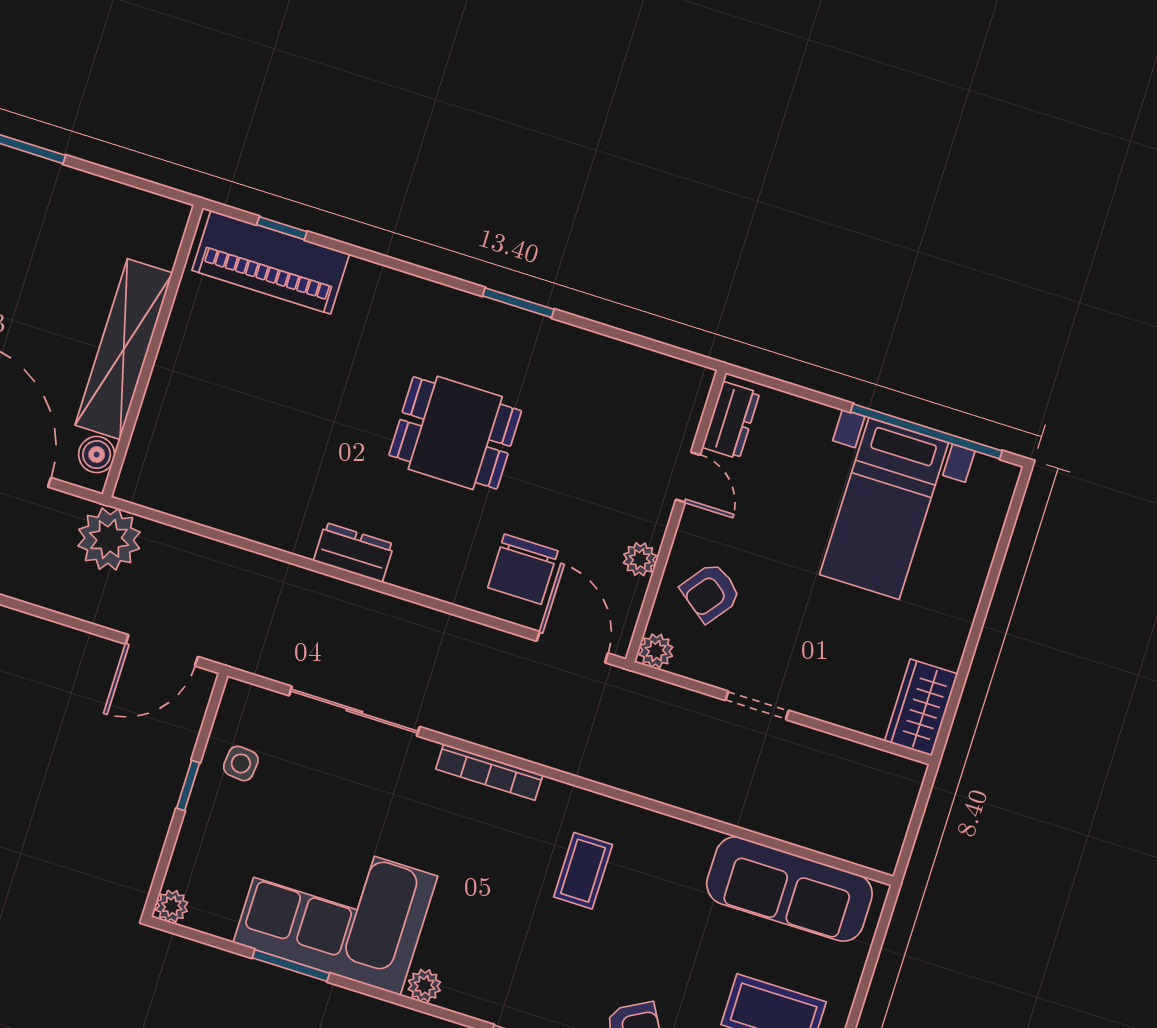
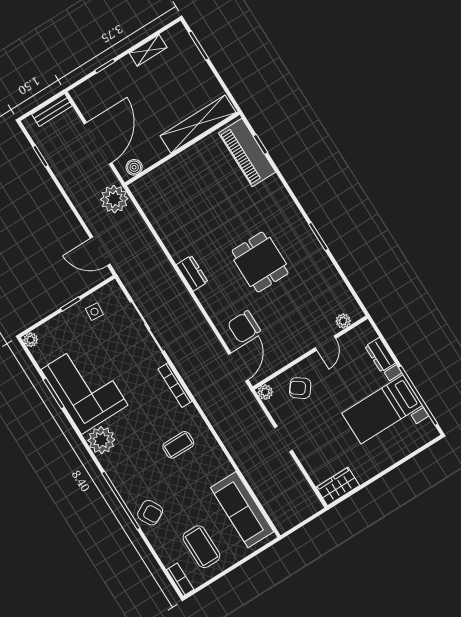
shelving: (124, 349) -> (198, 124), moved
dresser: (731, 420) -> (380, 355), moved, turned 90
plant: (640, 559) -> (343, 321), moved
plant: (424, 986) -> (101, 440), width x1.87, depth x1.87

